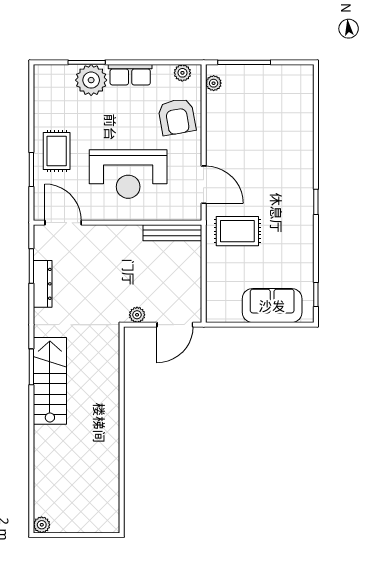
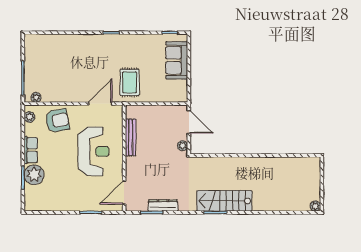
rug: (57, 151) -> (79, 197), removed
bench: (172, 233) -> (131, 137), moved

